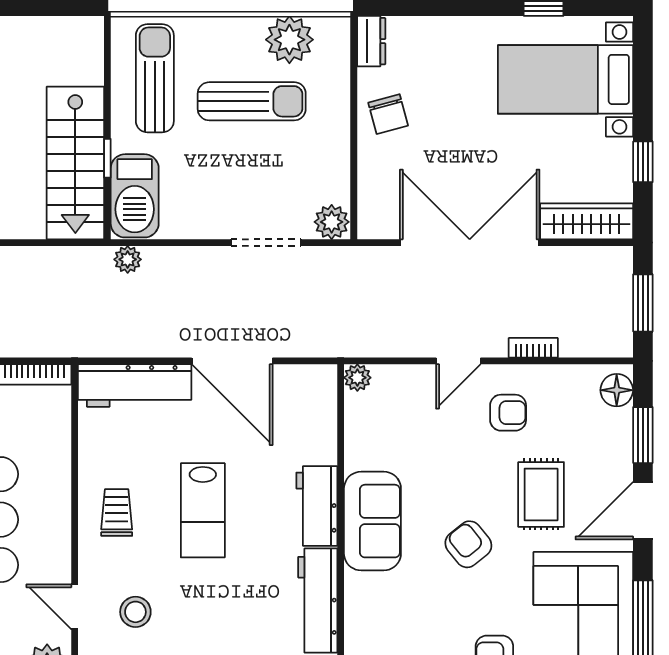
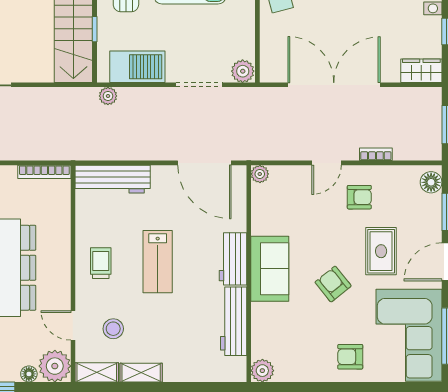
barbecue: (135, 196) -> (137, 67), moved, turned -90
wardrobe: (587, 221) -> (421, 71), width x0.67
door: (232, 361) -> (204, 163), moved

